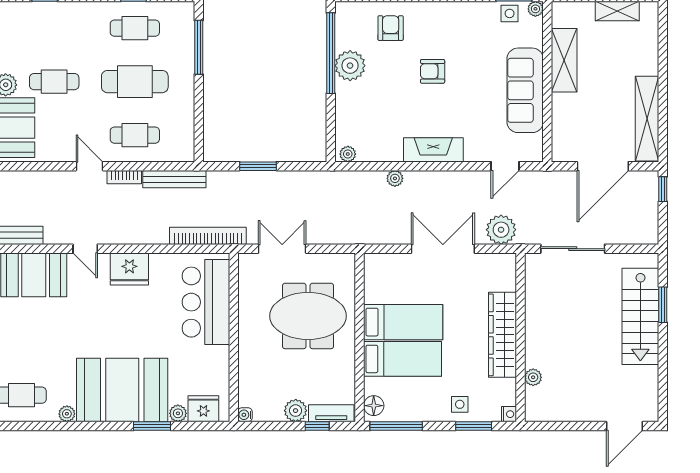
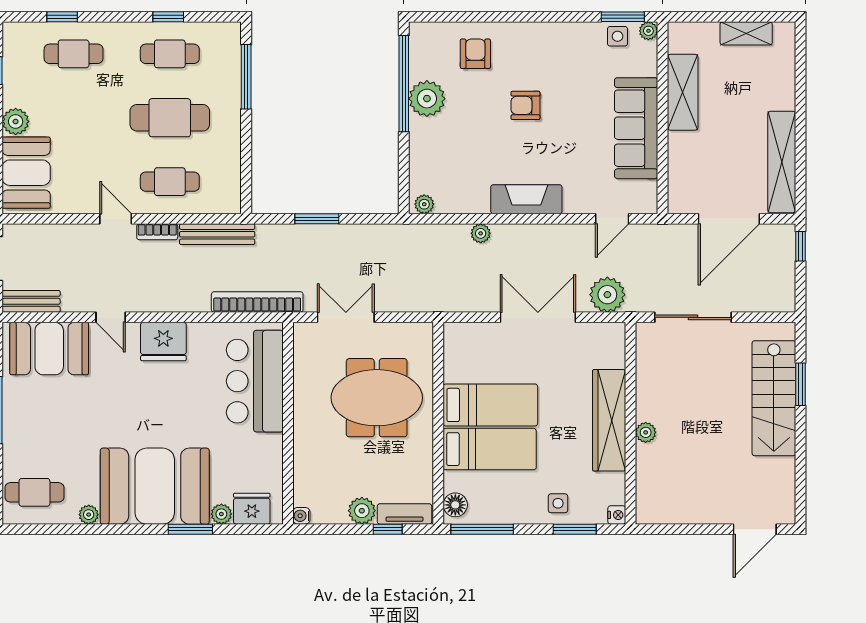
cafe table: (54, 82) -> (74, 54), moved
plant: (533, 377) -> (646, 432), moved

